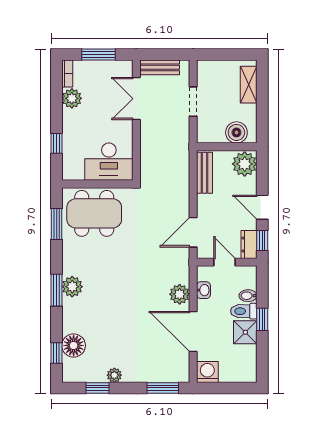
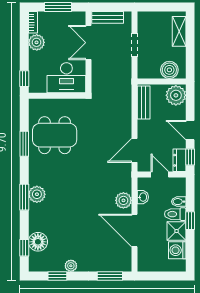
desk: (109, 162) -> (66, 78), moved
wall: (97, 184) -> (57, 96), moved
washing machine: (207, 372) -> (177, 250), moved, turned -90

